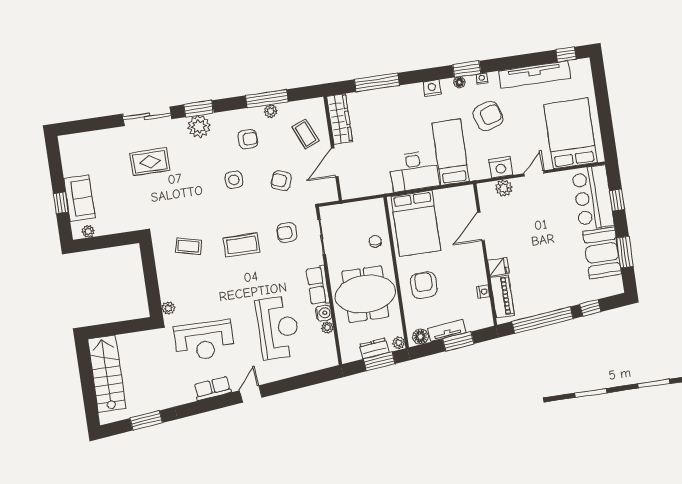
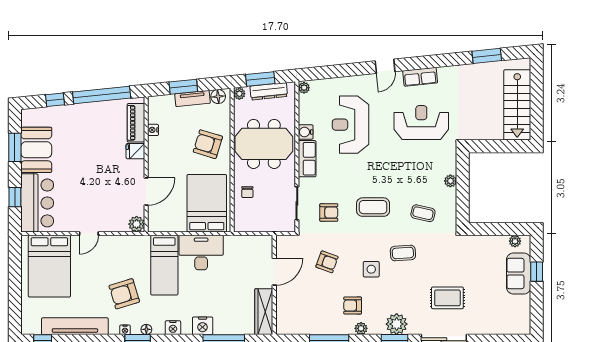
plant: (271, 111) -> (361, 328), moved
coffee table: (305, 134) -> (403, 253), moved, turned -71
nightstand: (501, 167) -> (203, 326), moved, turned 180
plant: (504, 188) -> (137, 224), moved
armchair: (424, 285) -> (208, 144), turned 107
plant: (168, 308) -> (450, 181), moved
plant: (327, 328) -> (304, 88), moved
dresser: (374, 348) -> (269, 91), width x1.44

